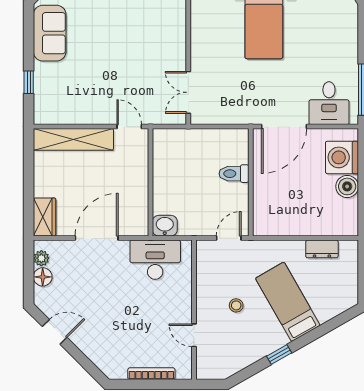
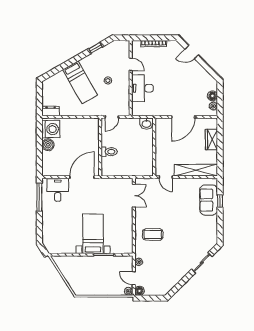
coffee table: (153, 21) -> (153, 234), added
sofa: (50, 33) -> (209, 200), moved
washing machine: (342, 157) -> (51, 129), moved
wardrobe: (45, 217) -> (211, 139), moved
dresser: (322, 249) -> (51, 111), moved
desk: (155, 260) -> (142, 88), moved, turned 90
door: (55, 332) -> (192, 52), moved
window: (279, 354) -> (96, 48), moved

